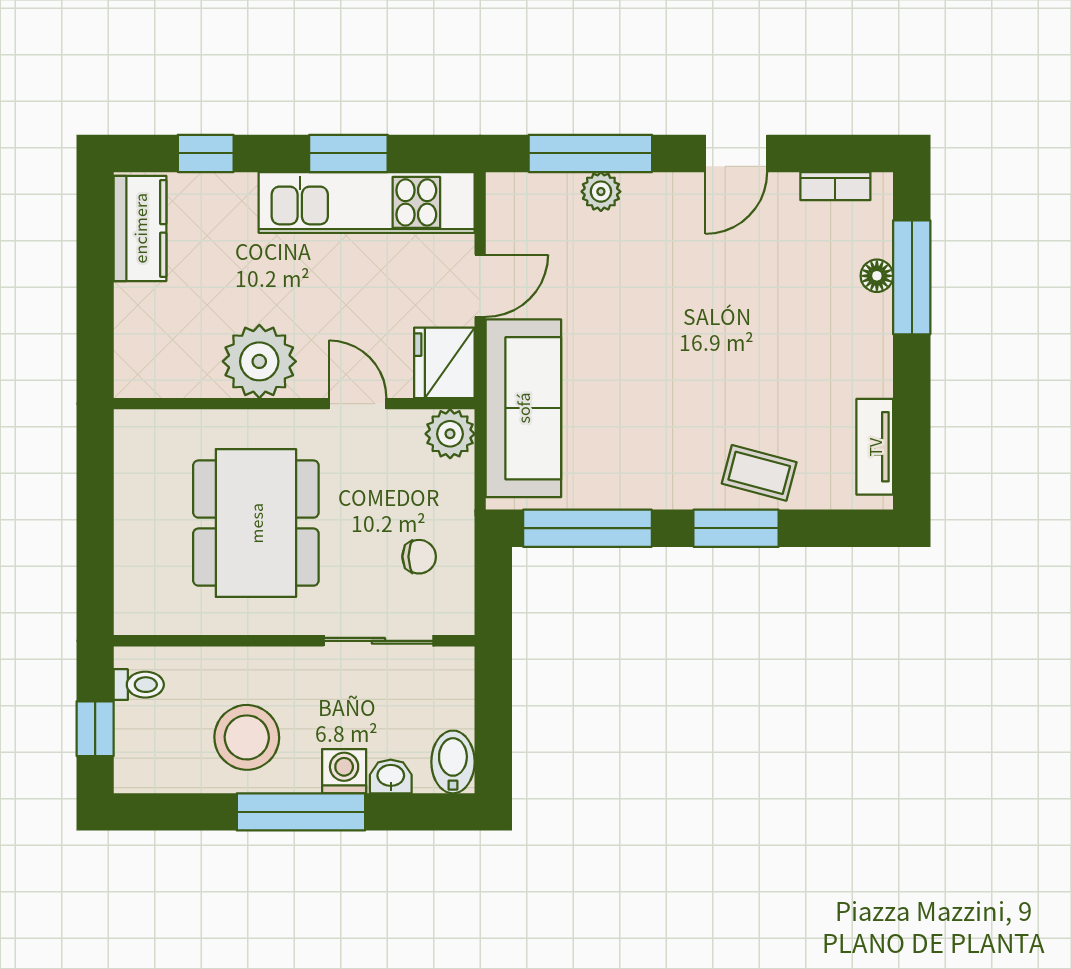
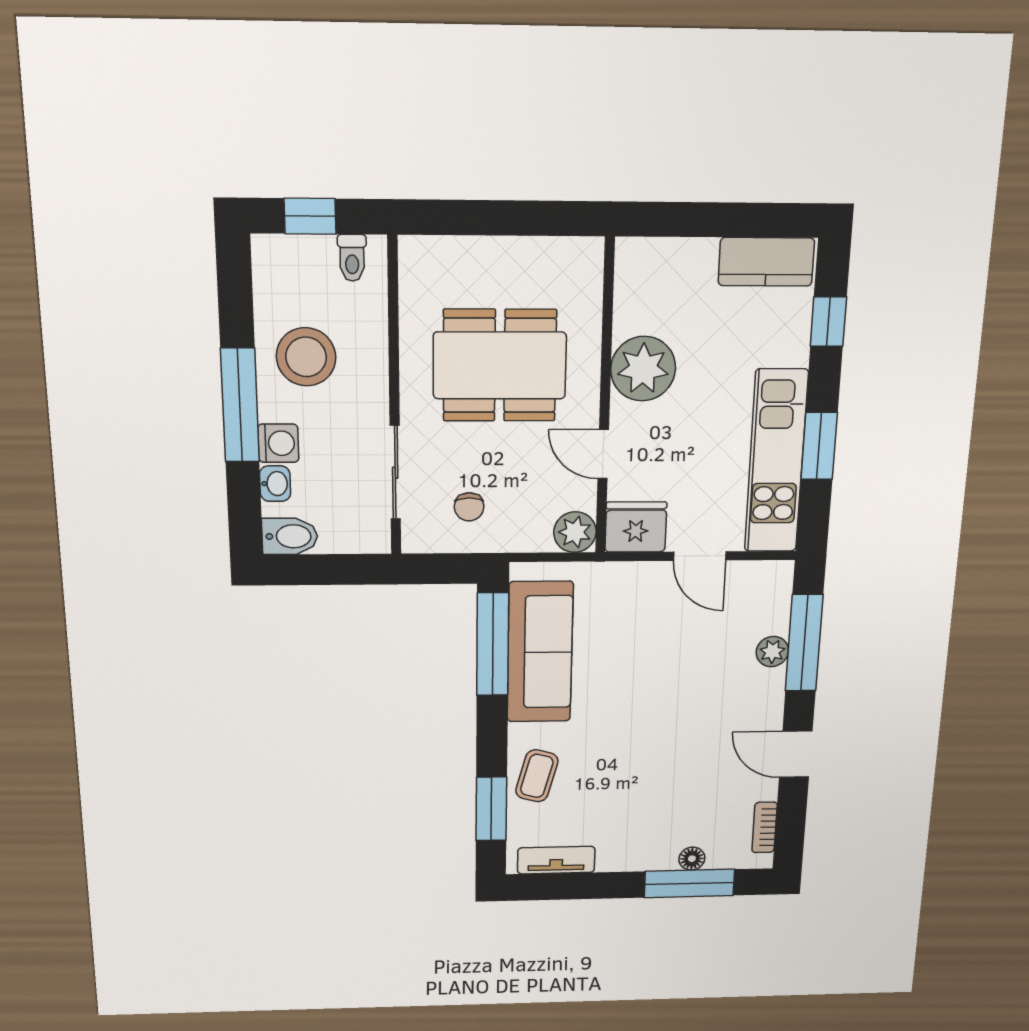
door: (358, 404) -> (603, 454), swing flipped
sofa: (523, 408) -> (540, 652), moved, turned -90
window: (736, 528) -> (491, 809), moved

